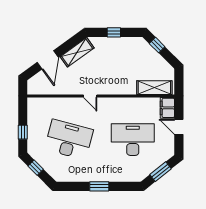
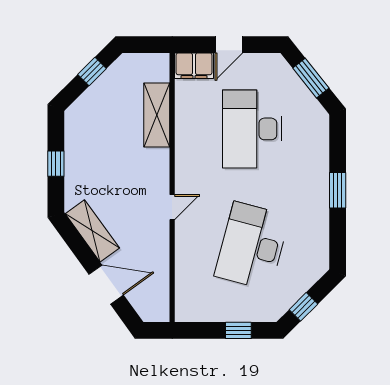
window: (157, 45) -> (92, 71), moved
shelving: (154, 88) -> (157, 115), moved

